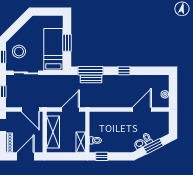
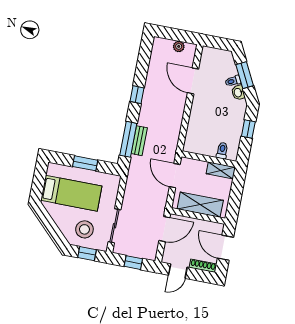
bed: (53, 50) -> (71, 193), moved, turned 180
window: (102, 156) -> (248, 129), moved

